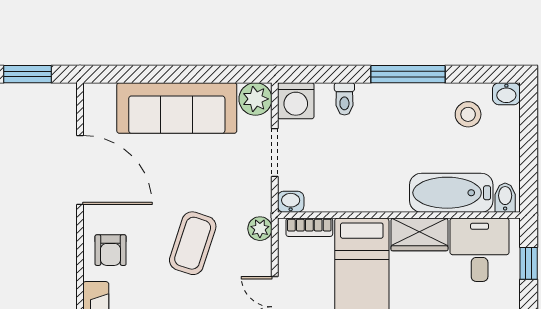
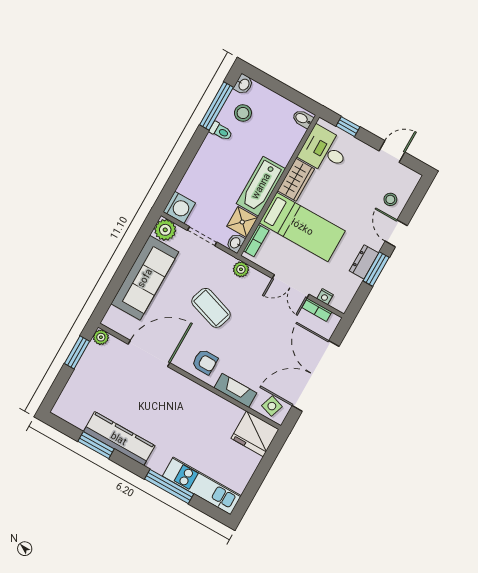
window: (408, 74) -> (216, 106), moved
plant: (65, 94) -> (101, 337), added
toilet: (344, 99) -> (221, 131), moved
bathtub: (451, 193) -> (261, 186), moved
shower: (323, 195) -> (242, 222), added
coffee table: (193, 243) -> (211, 308), moved

